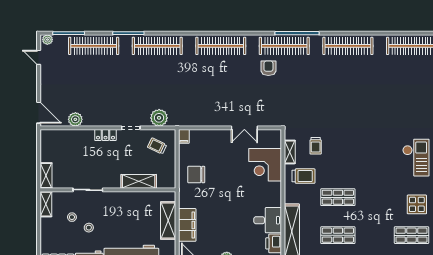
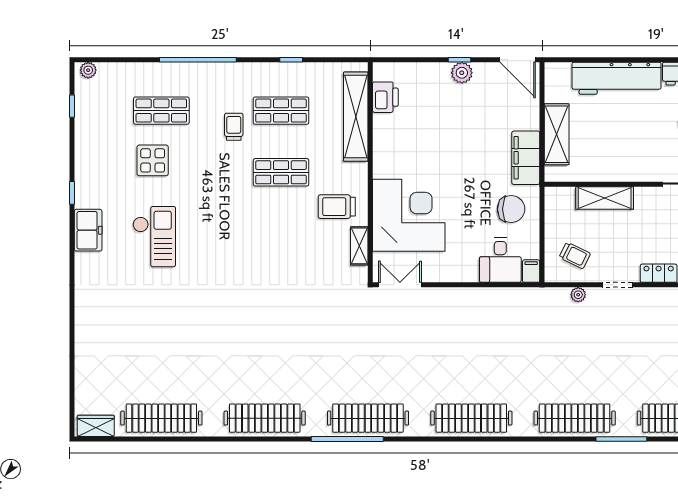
armchair: (268, 68) -> (394, 382), removed
plant: (159, 118) -> (578, 295), width x0.53, depth x0.53
double door: (244, 128) -> (400, 285), moved
trolley: (316, 146) -> (234, 127), moved
checkout: (416, 158) -> (154, 237), turned 180
corner desk: (265, 165) -> (409, 215), width x1.36, depth x1.36
desk: (268, 220) -> (500, 260), moved, turned -90
filing cabinet: (187, 225) -> (526, 158), moved

